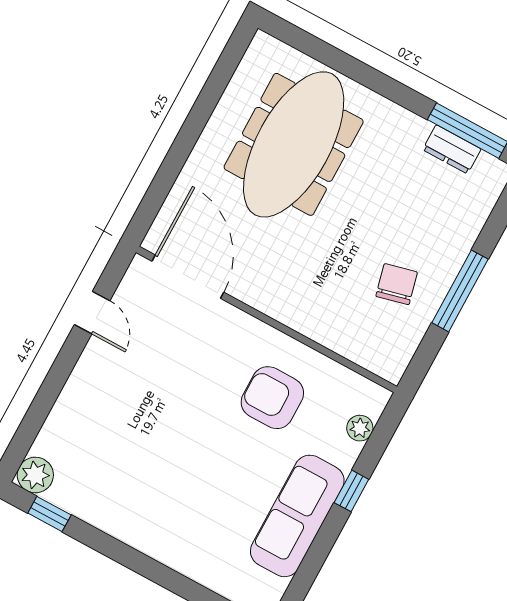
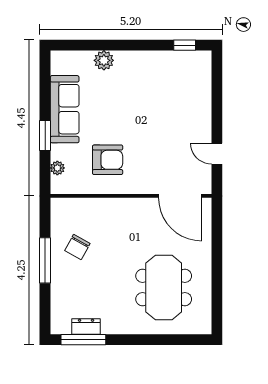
meeting table: (294, 144) -> (164, 287), width x0.73
chair: (397, 284) -> (77, 247), turned 43
plant: (35, 475) -> (104, 60), moved
window: (351, 491) -> (45, 135), width x1.50

